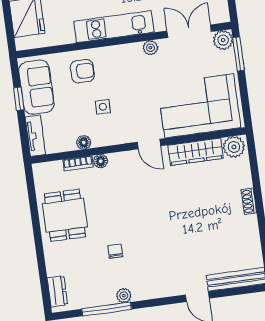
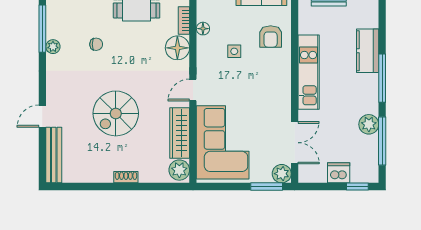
plant: (150, 48) -> (284, 104), removed
floor lamp: (101, 161) -> (177, 48), width x1.89, depth x1.89
spiral stairs: (184, 221) -> (116, 113), added

